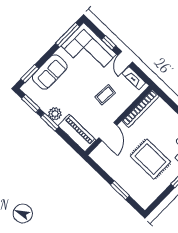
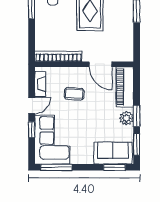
sofa: (50, 72) -> (113, 153), moved
door: (108, 132) -> (101, 64), swing flipped

